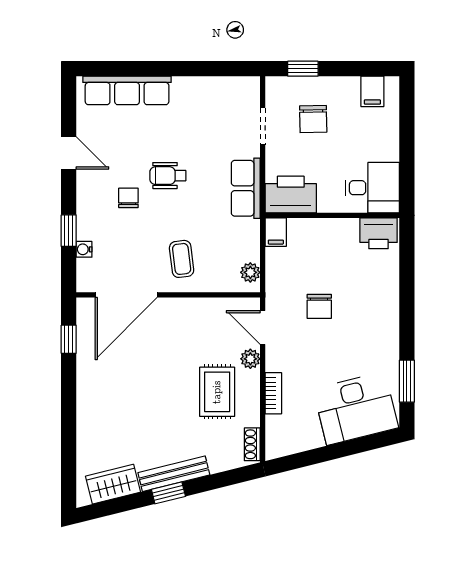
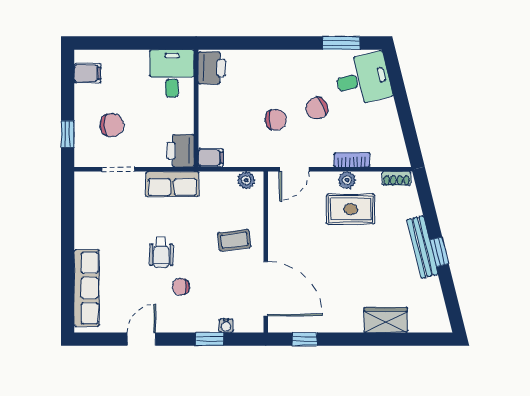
printer: (291, 195) -> (181, 151), width x0.73, depth x0.84
chair: (332, 353) -> (317, 108), added
plant: (250, 359) -> (347, 180), moved
desk: (356, 408) -> (363, 79), width x0.73
wardrobe: (113, 484) -> (386, 320), moved, turned 104

